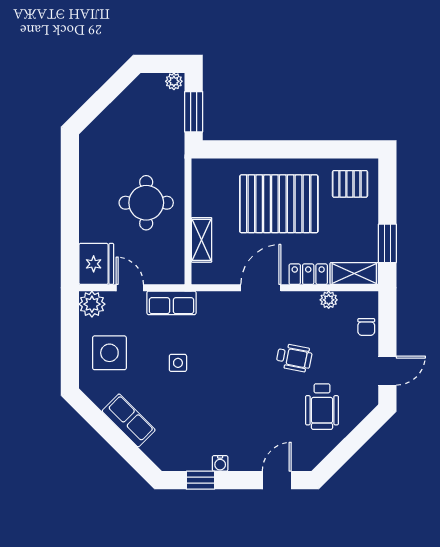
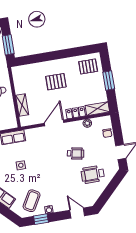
pallet: (279, 204) -> (56, 82), width x0.49, depth x0.50
window: (387, 243) -> (109, 81), moved
wheelchair: (322, 407) -> (93, 174), turned 90
coffee table: (188, 439) -> (32, 201), added
door: (277, 480) -> (77, 213), hinge flipped

